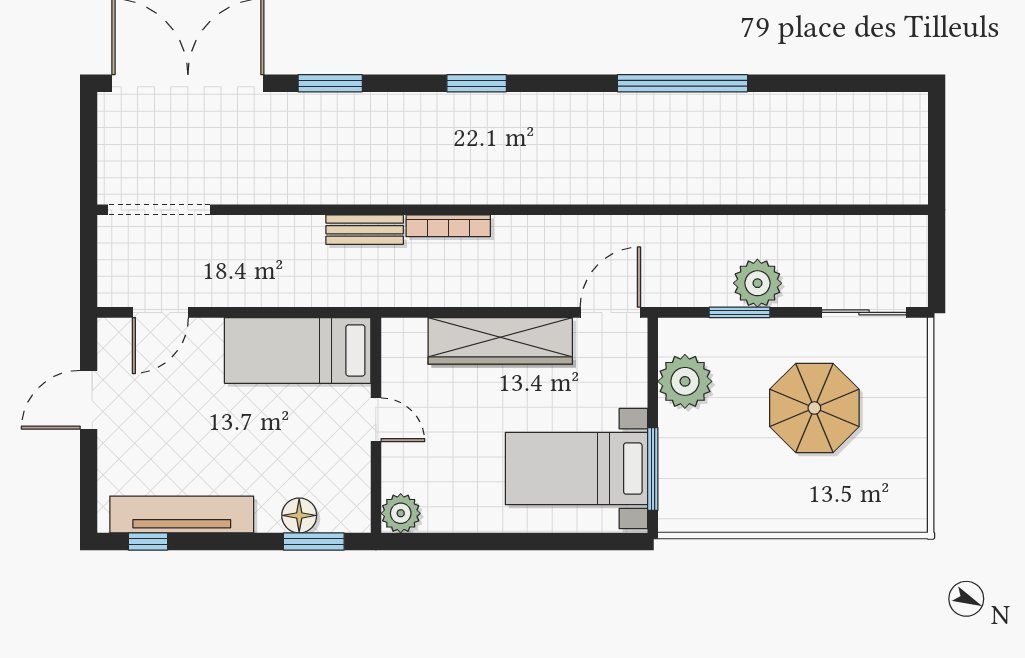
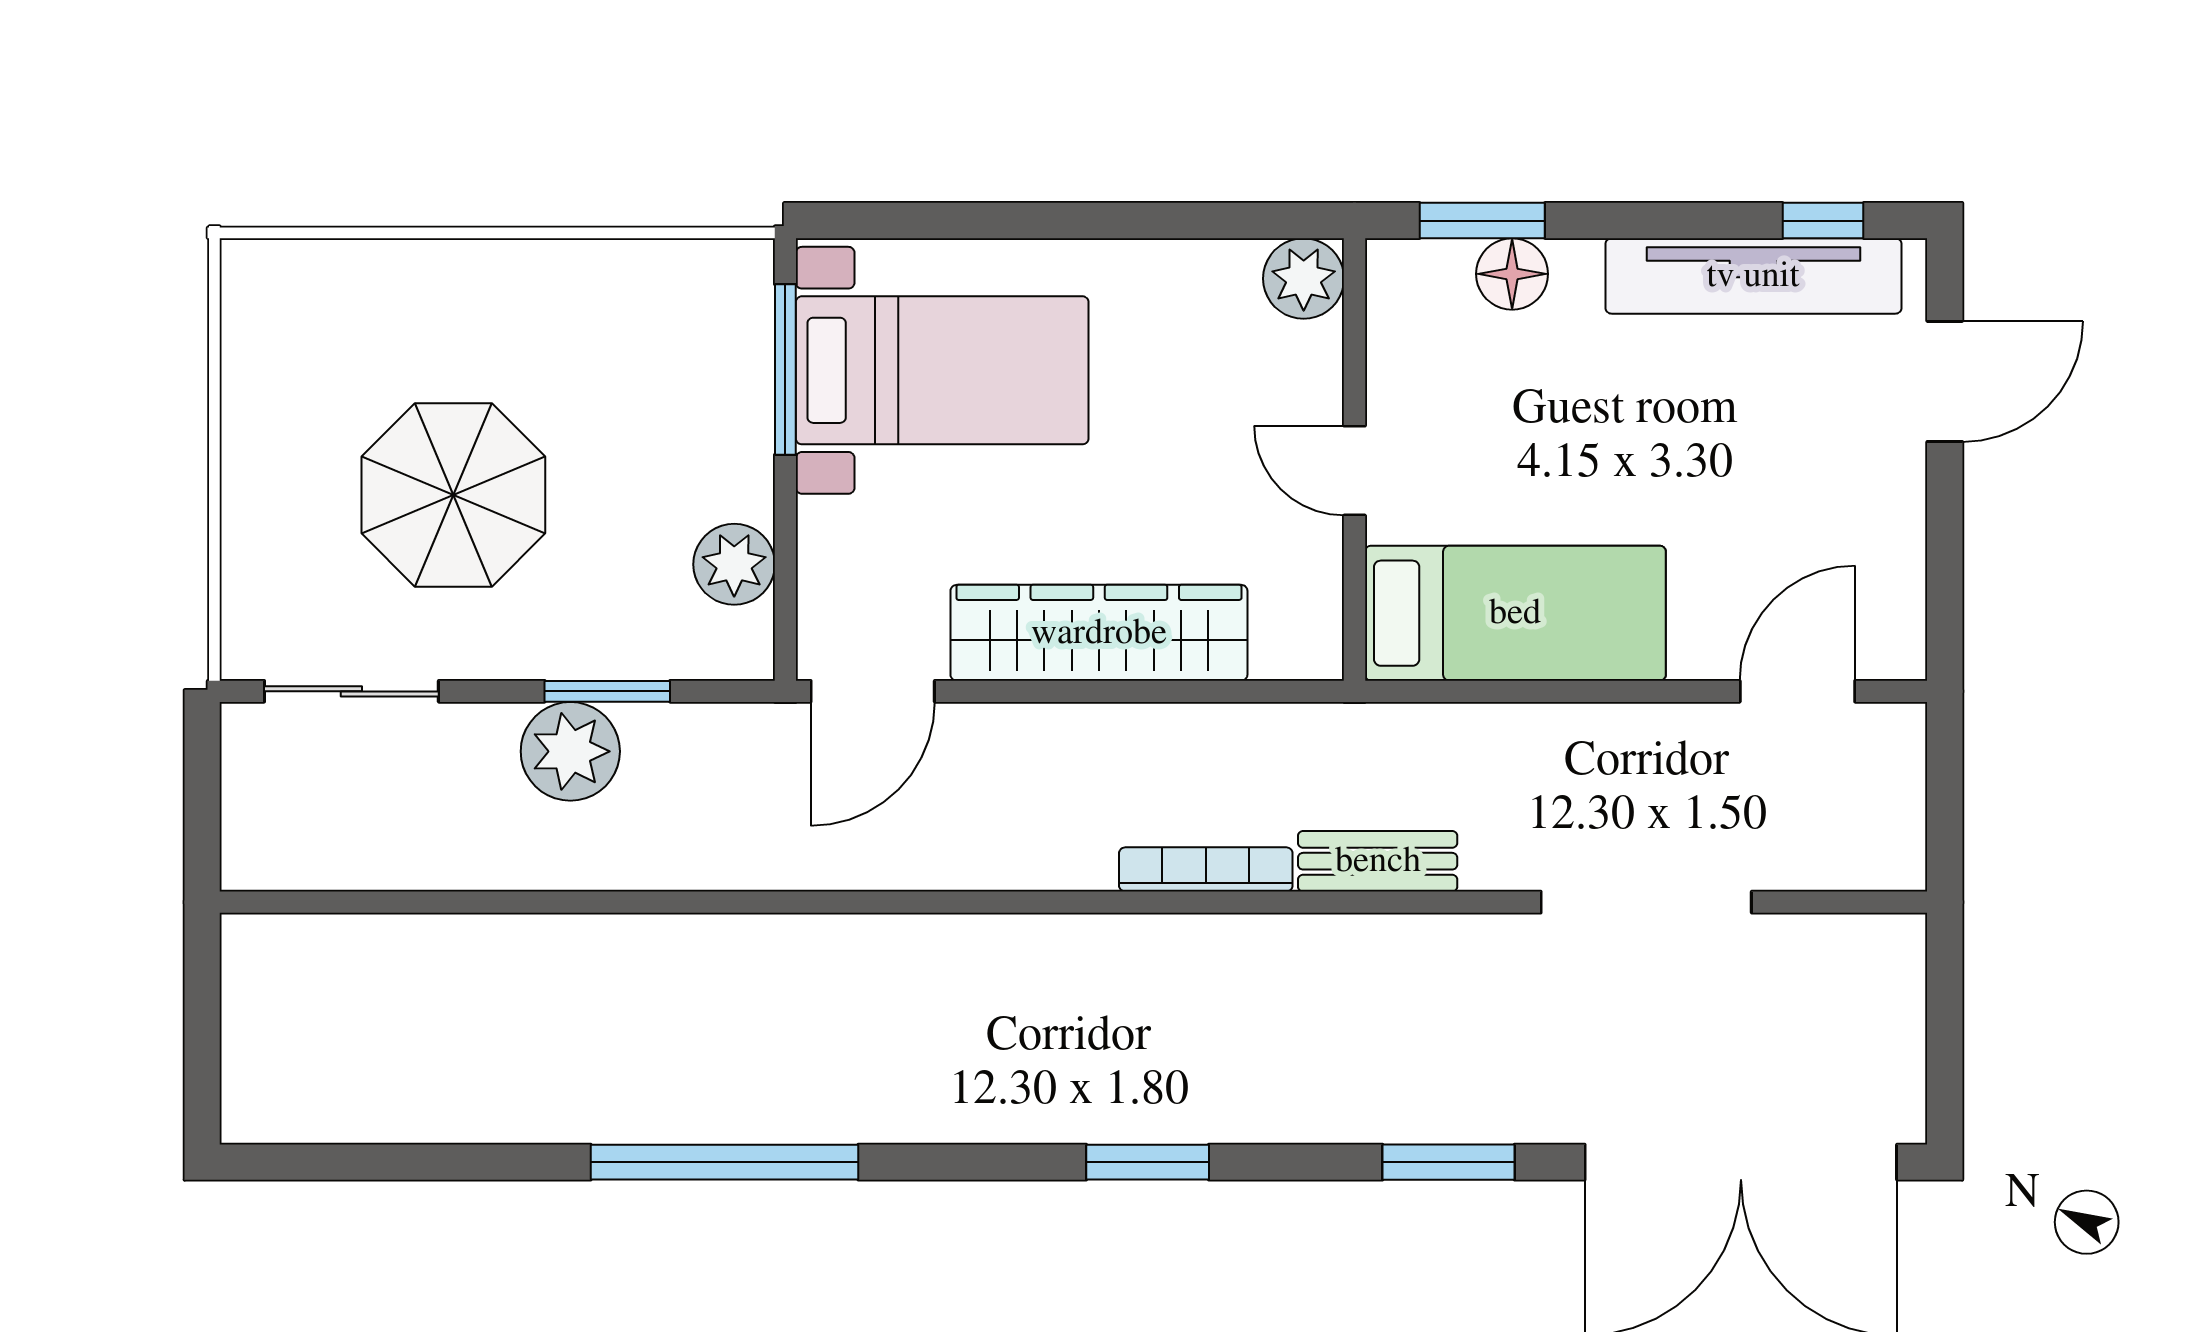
doorway: (159, 210) -> (1646, 902), moved
plant: (685, 381) -> (734, 564), width x0.73, depth x0.73
door: (89, 400) -> (1945, 381), moved

